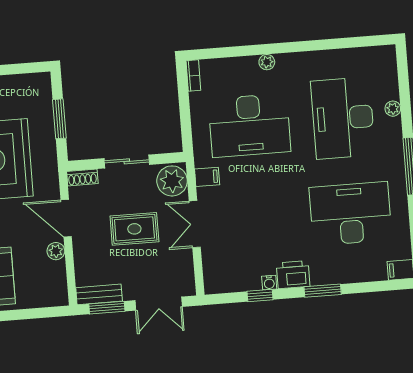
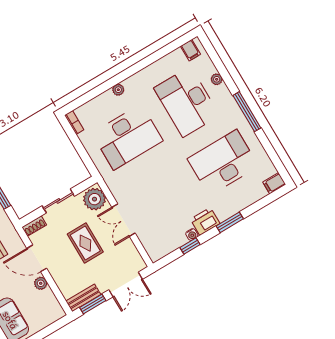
filing cabinet: (207, 177) -> (190, 50), moved, turned 90
rug: (134, 229) -> (85, 243), turned 90

